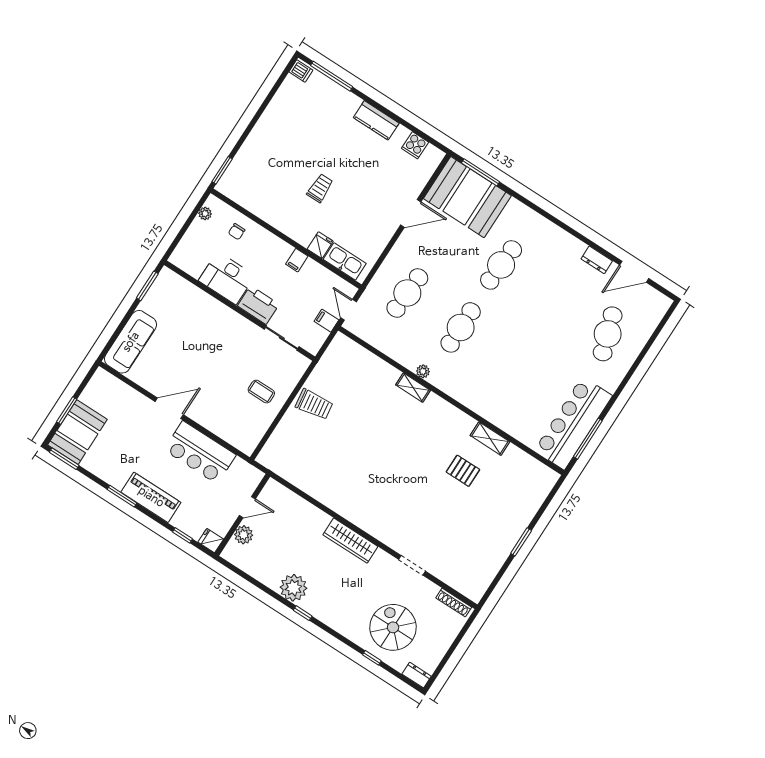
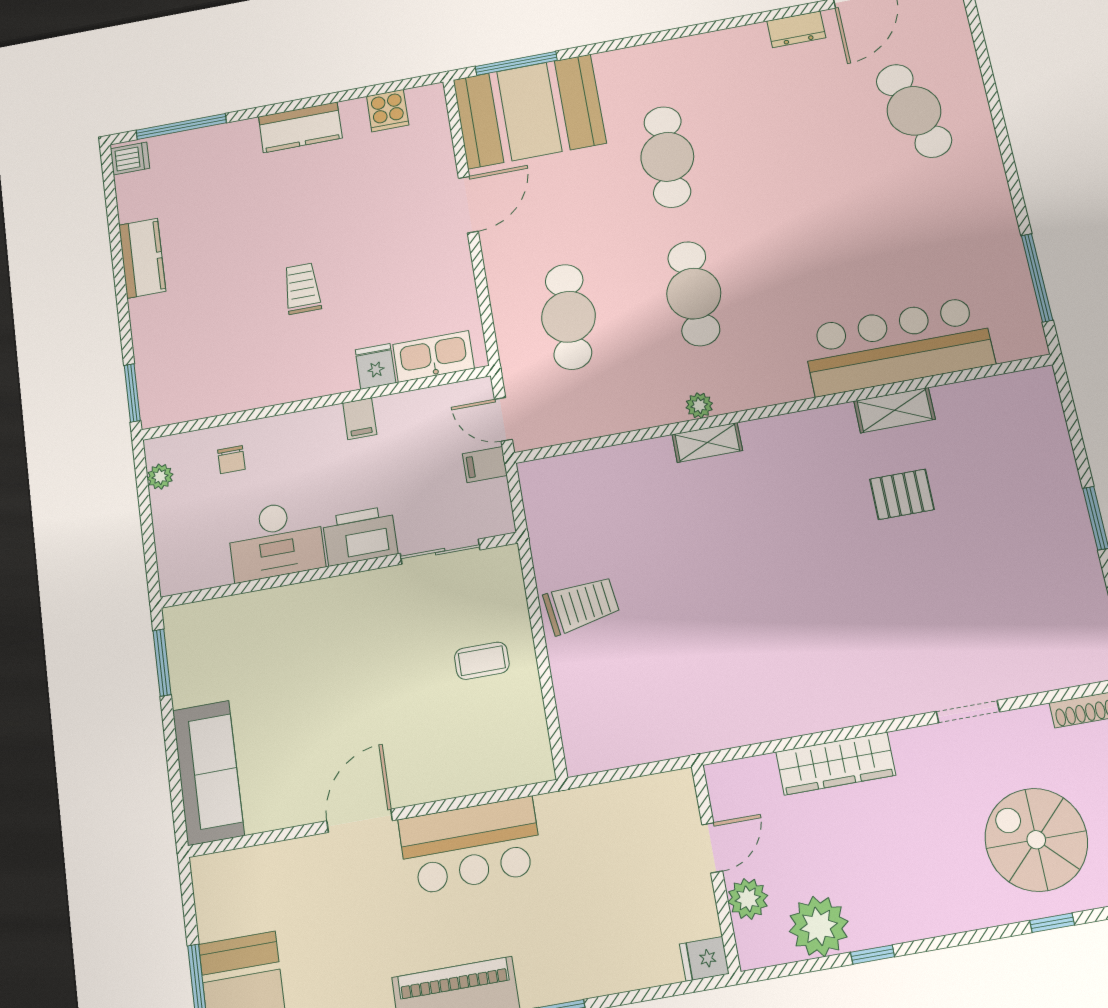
kitchen counter: (271, 118) -> (142, 258), added
bar counter: (573, 423) -> (898, 346), moved, turned 90
door: (247, 507) -> (712, 848), moved
wall: (242, 515) -> (716, 868), moved
plant: (244, 535) -> (748, 899), moved
fridge: (211, 541) -> (704, 959), moved

